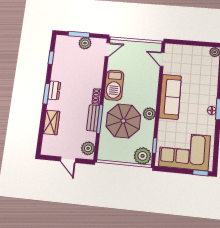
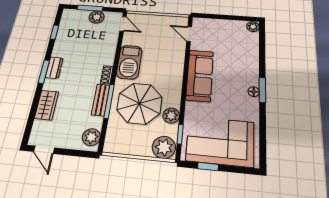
door: (107, 50) -> (123, 24), hinge flipped
plant: (149, 114) -> (171, 116), moved
door: (68, 160) -> (44, 150), moved
window: (200, 173) -> (208, 167), moved

